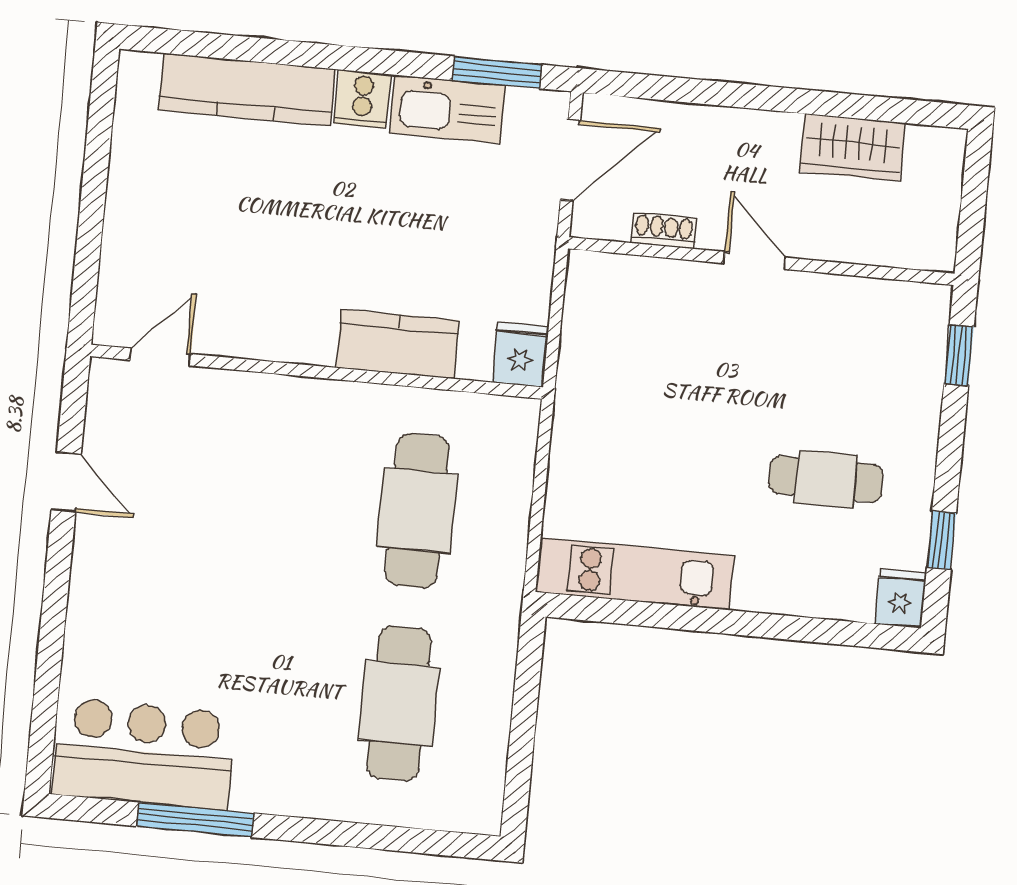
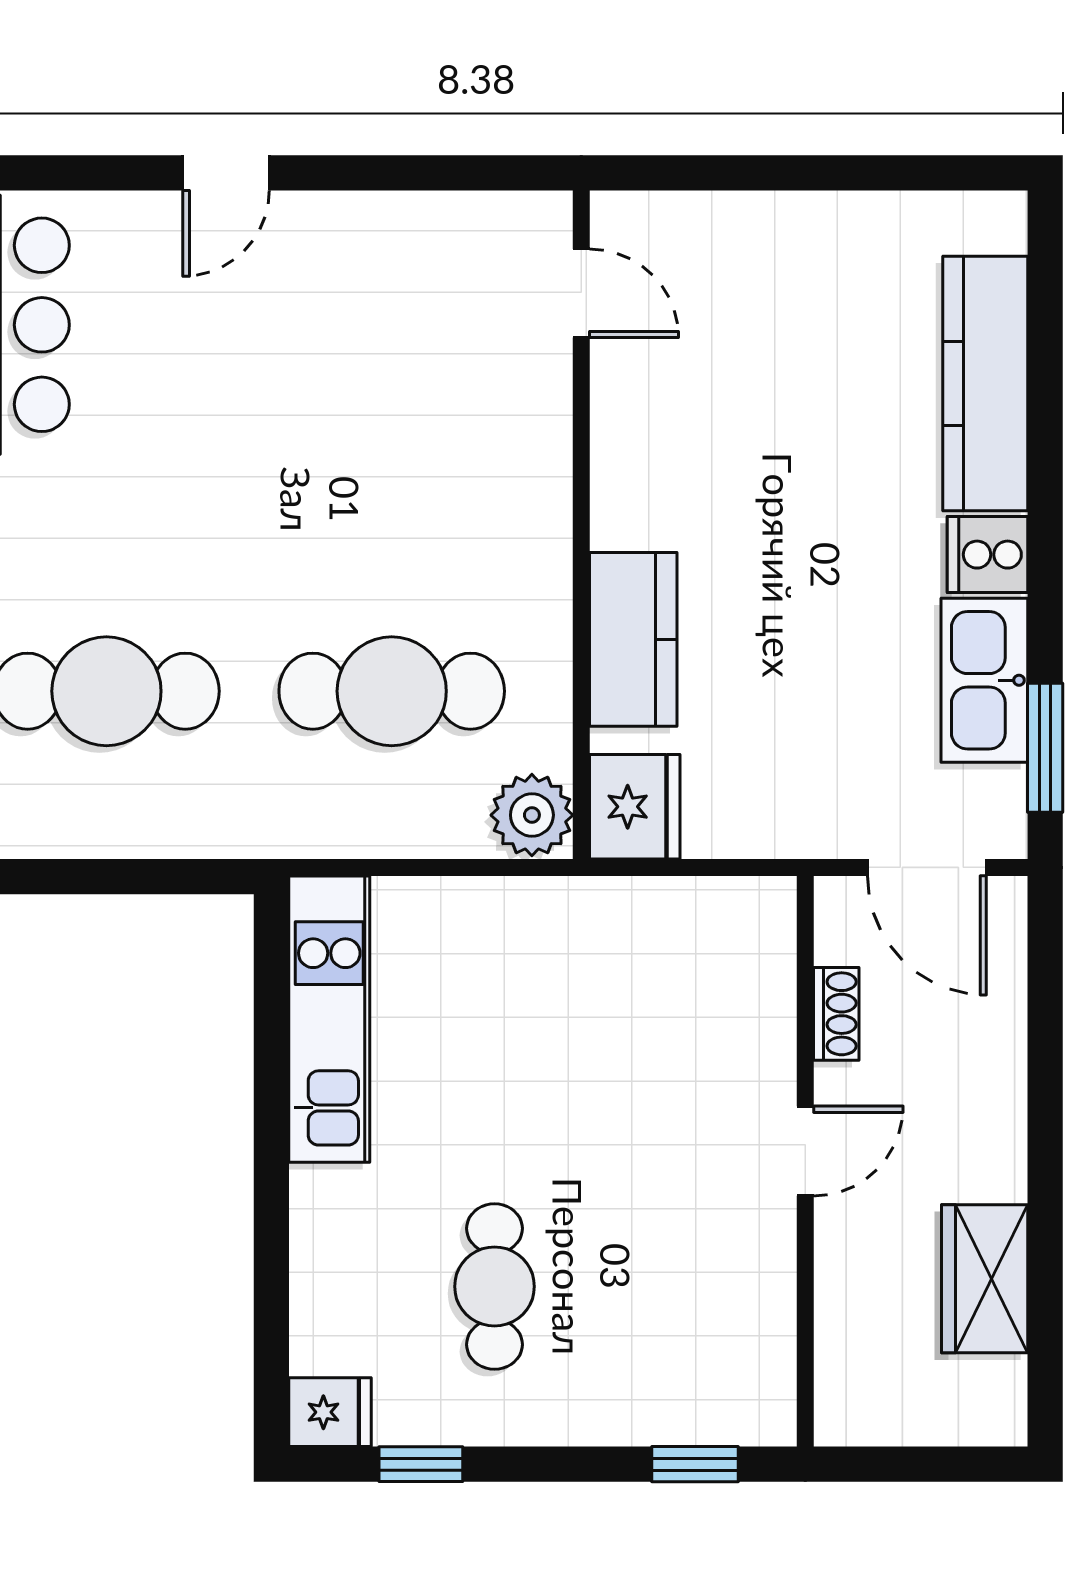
fridge: (521, 354) -> (635, 807), width x1.38
plant: (510, 424) -> (532, 815), added
door: (66, 482) -> (226, 173), moved

